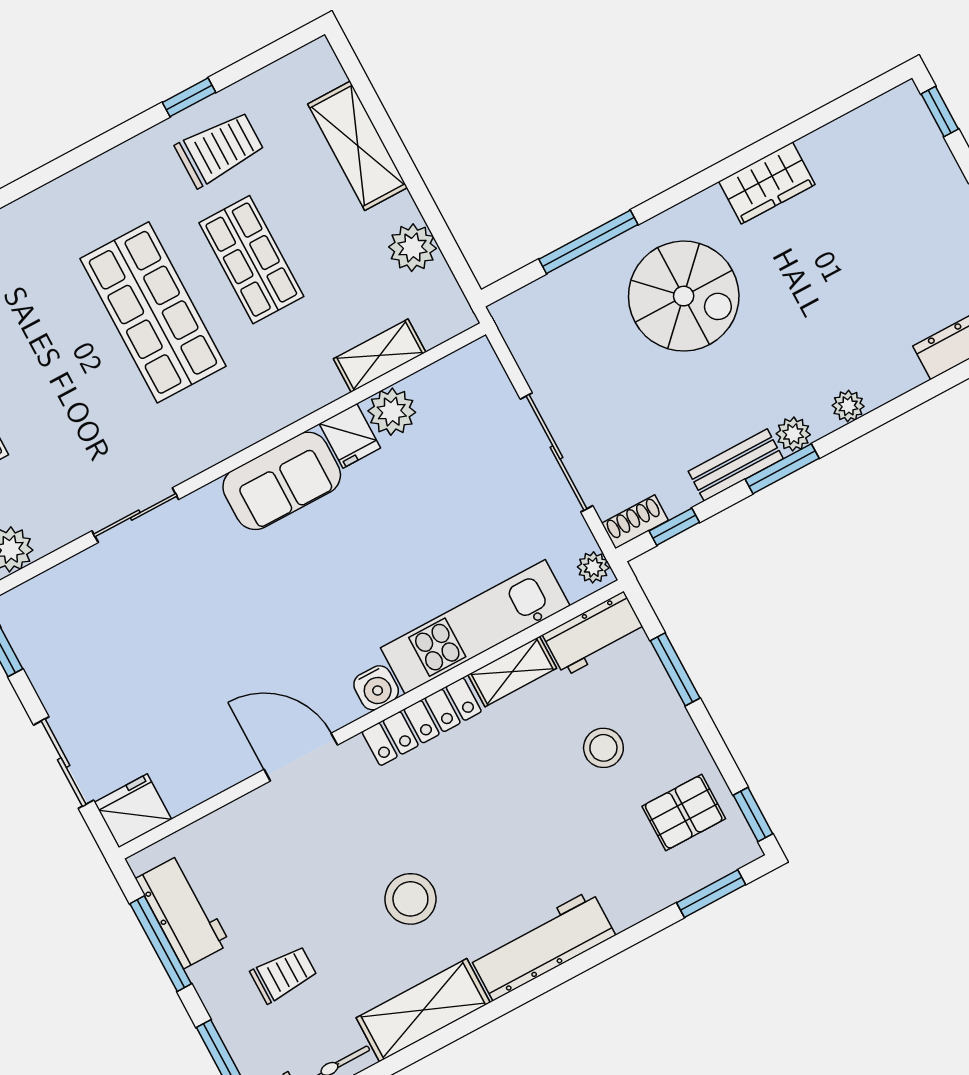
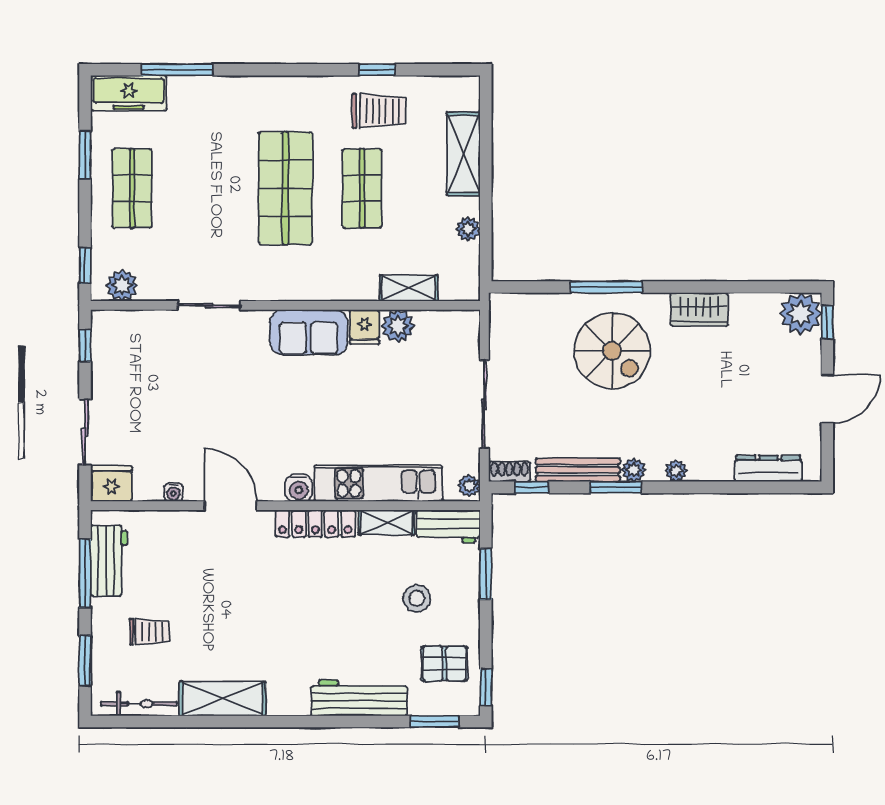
plant: (900, 119) -> (801, 314), added
window: (588, 242) -> (606, 287), moved
plant: (412, 248) -> (468, 229), width x0.73, depth x0.73
bench: (736, 465) -> (578, 470), width x1.36
water cooler: (218, 779) -> (173, 492), added
stool: (410, 899) -> (251, 627), removed
workbench: (542, 945) -> (359, 698), moved

